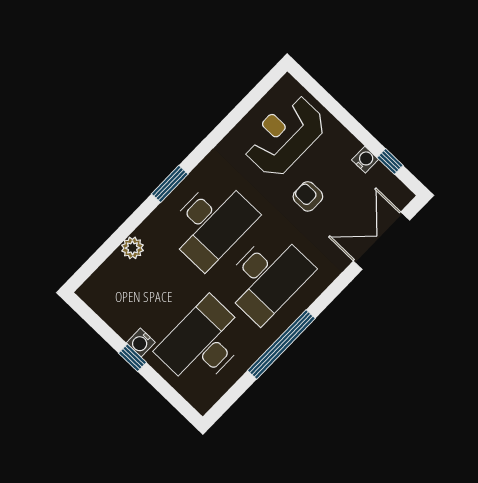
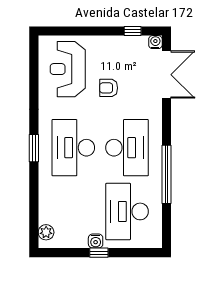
water cooler: (365, 160) -> (155, 42), moved
desk: (211, 223) -> (73, 148), turned 180
double door: (382, 241) -> (166, 75), swing flipped
plant: (132, 248) -> (46, 232), moved

